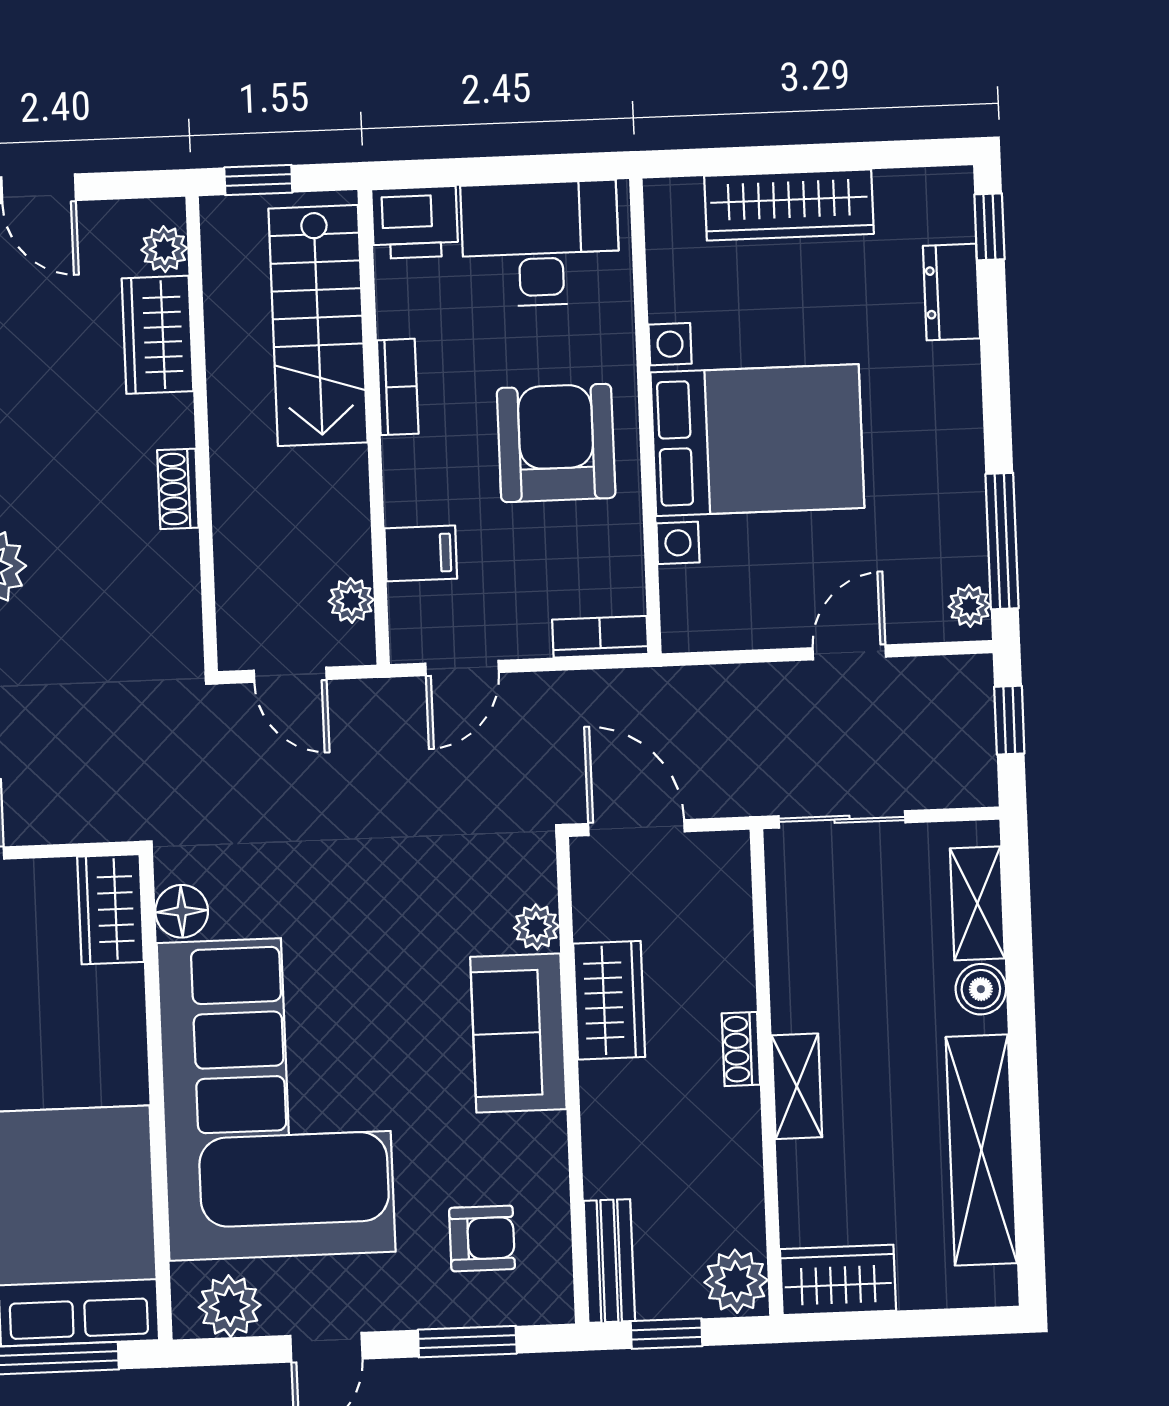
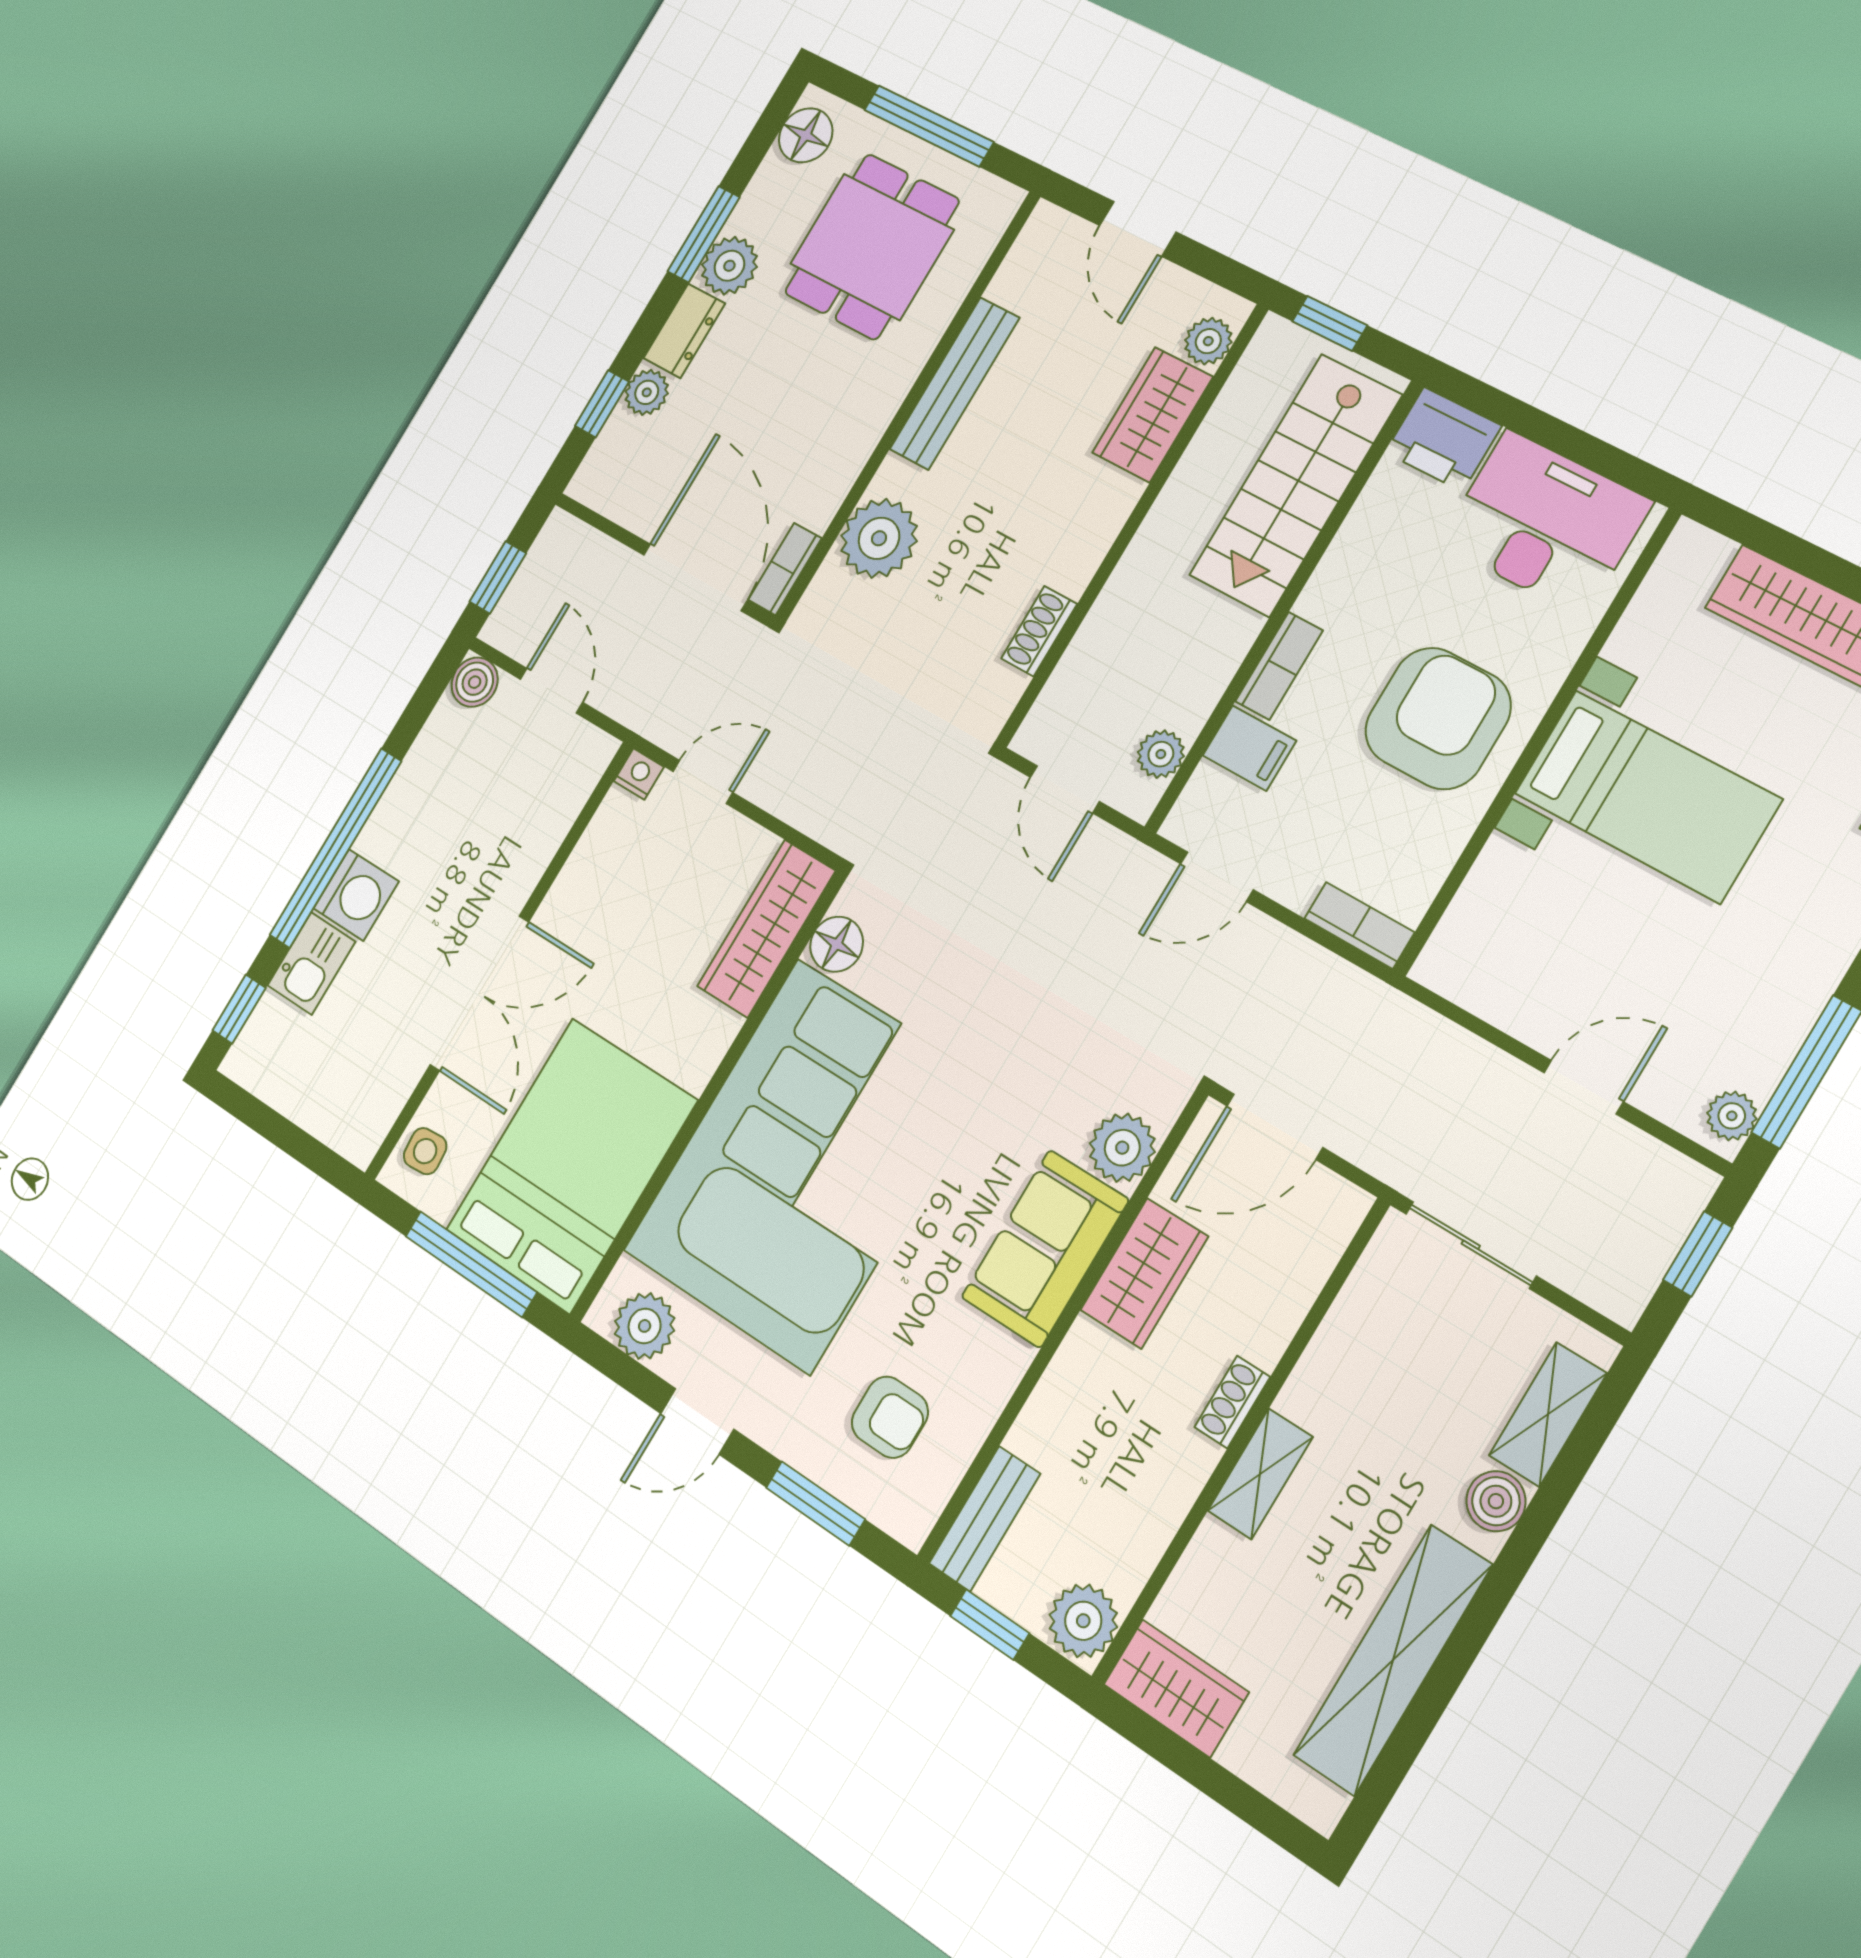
bookcase: (398, 387) -> (1279, 666), moved
bed with nightstands: (757, 440) -> (1647, 796), width x0.73
shoe rack: (178, 489) -> (1039, 631), moved
door: (636, 828) -> (1275, 1127), swing flipped
wardrobe: (111, 909) -> (766, 929), width x1.50
plant: (536, 927) -> (1122, 1148), width x1.38, depth x1.38

